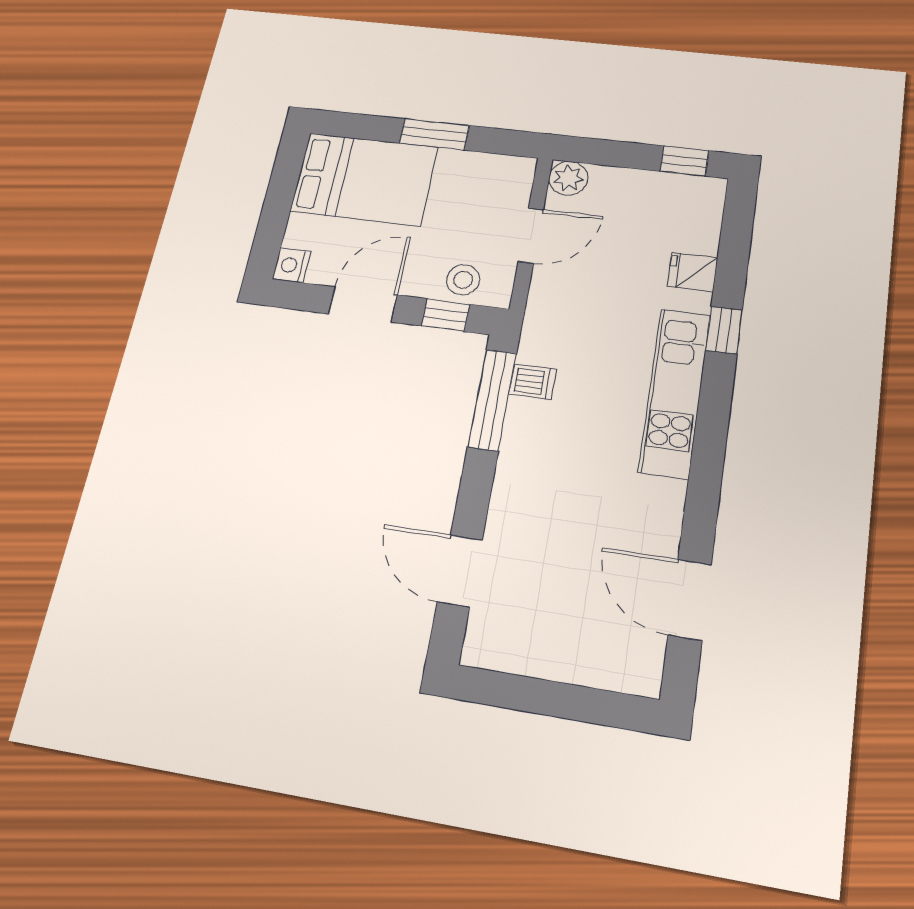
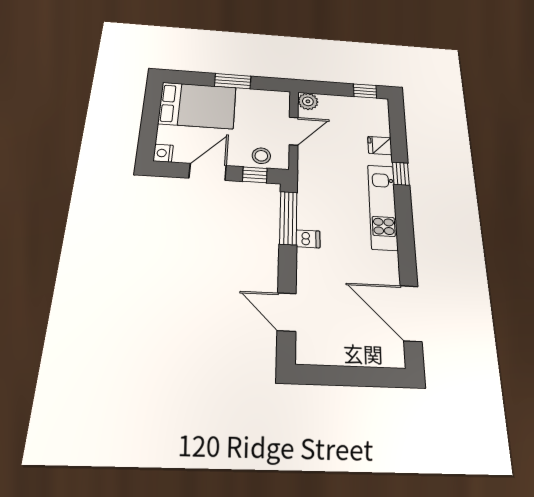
dishwasher: (533, 382) -> (308, 239), moved
door: (690, 600) -> (411, 313), width x1.36

